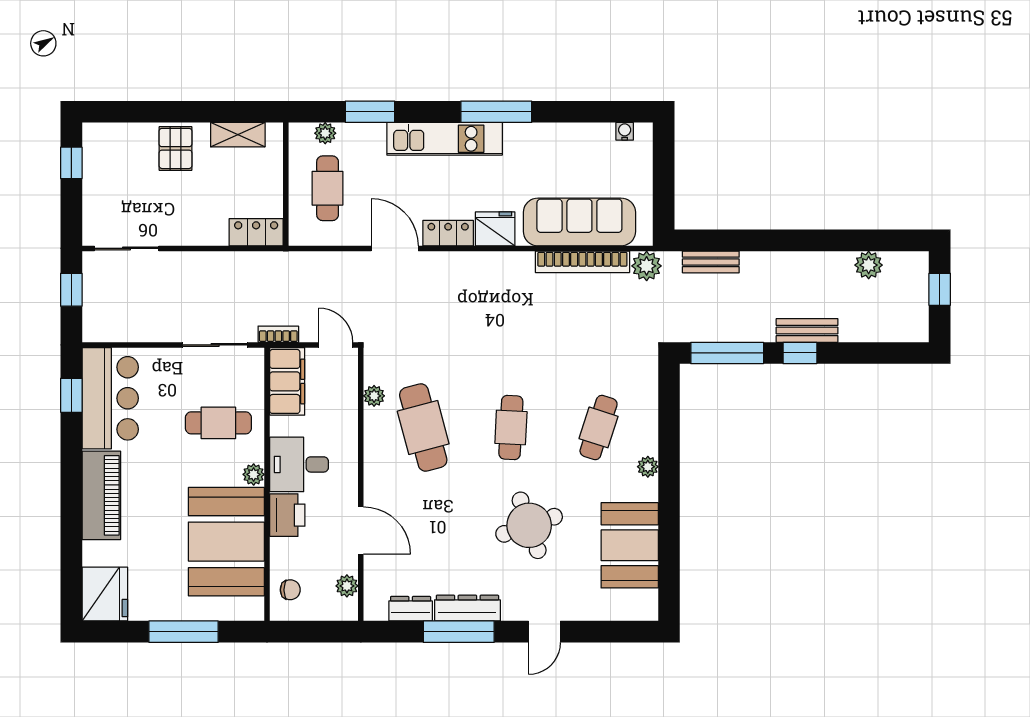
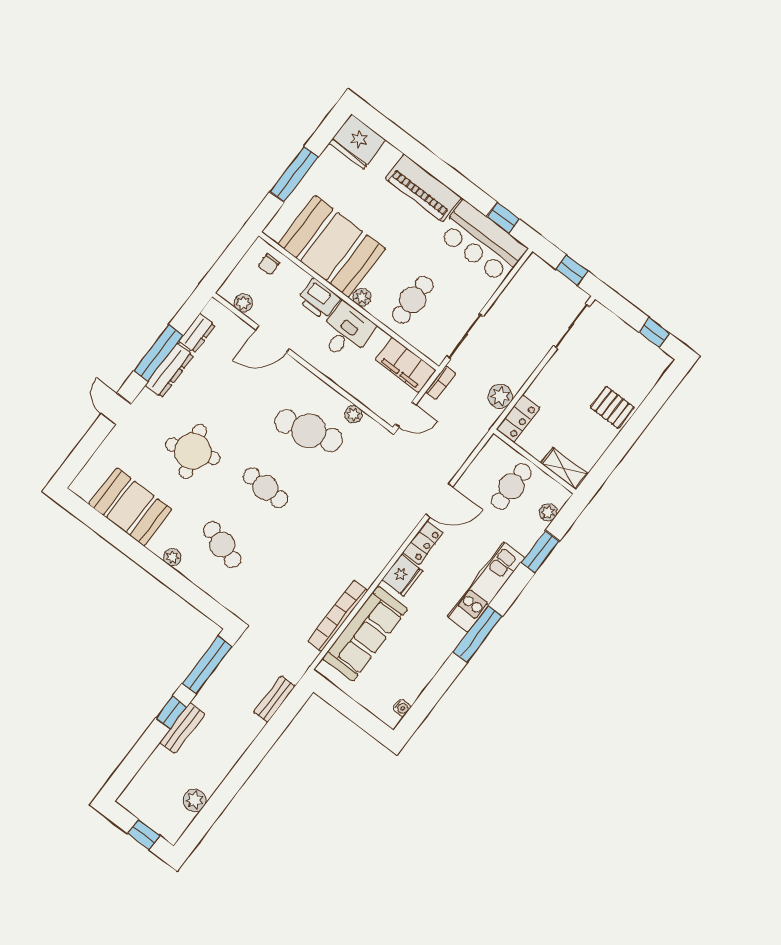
shelving: (238, 135) -> (564, 469), moved, turned 90
cafe table: (328, 188) -> (511, 487), turned 90
plant: (647, 266) -> (500, 396), moved

